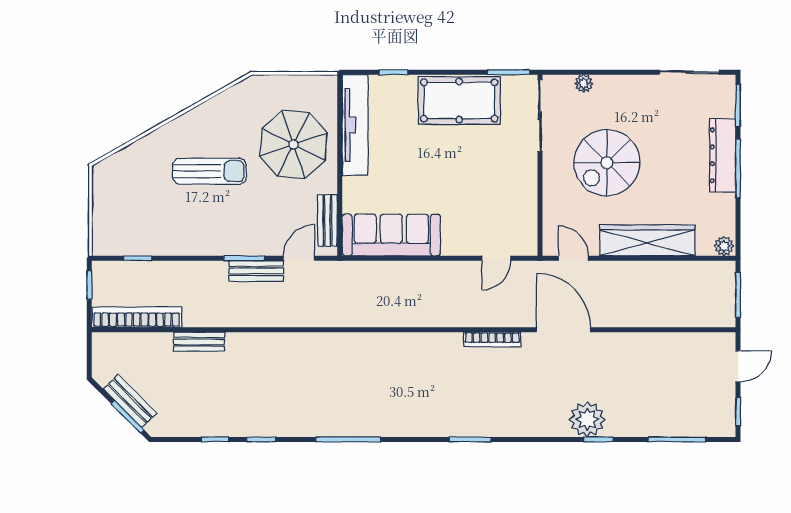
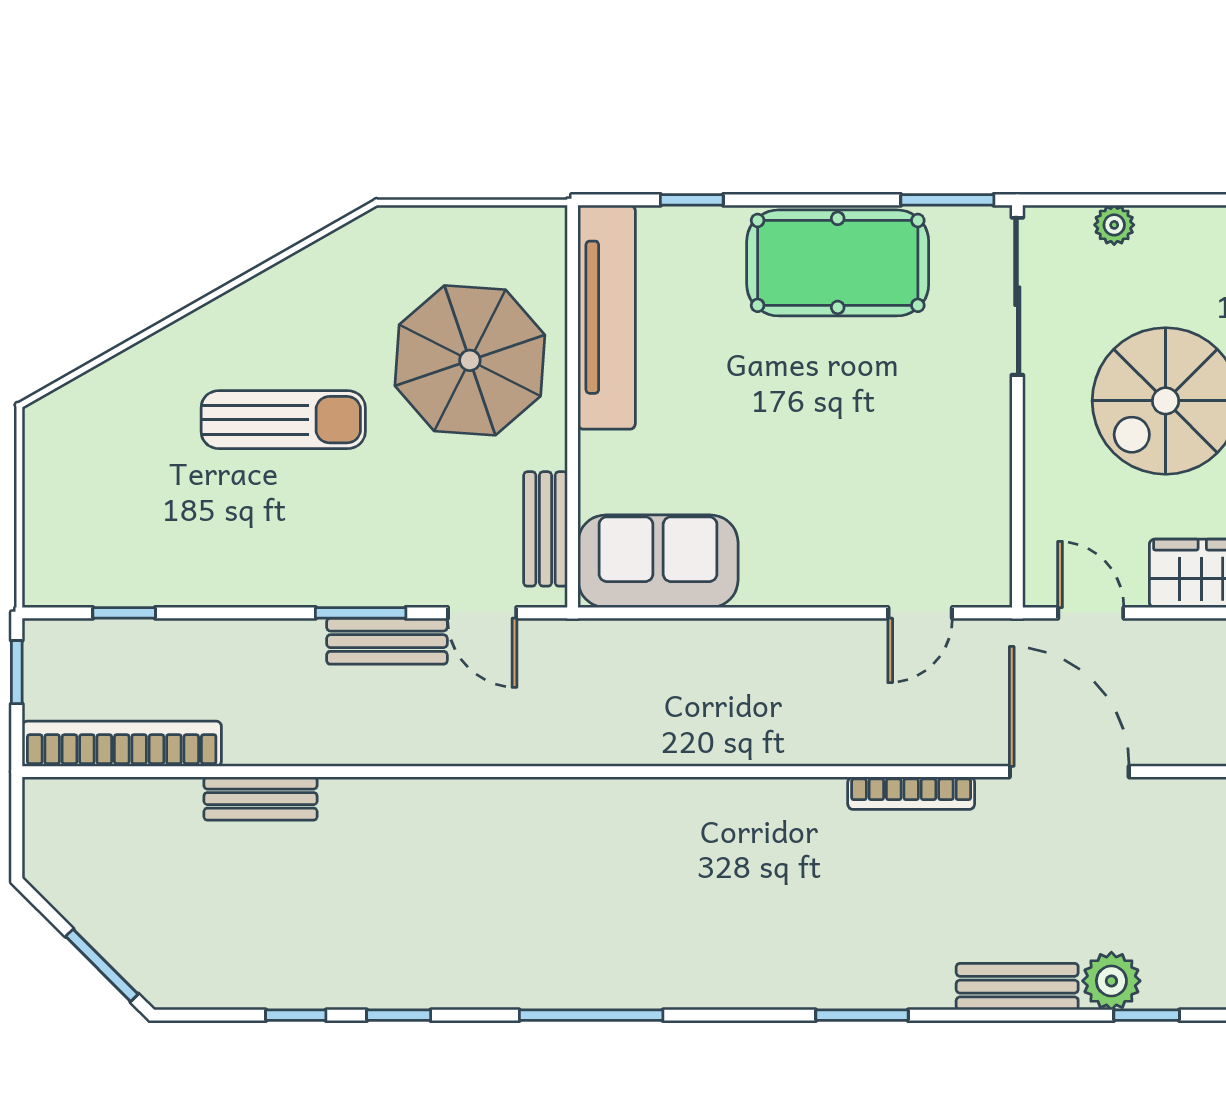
sofa: (391, 235) -> (658, 561), width x0.73
door: (299, 258) -> (482, 613), swing flipped
bench: (130, 401) -> (1017, 987), moved, turned -45
plant: (587, 419) -> (1111, 981), width x0.73, depth x0.73

